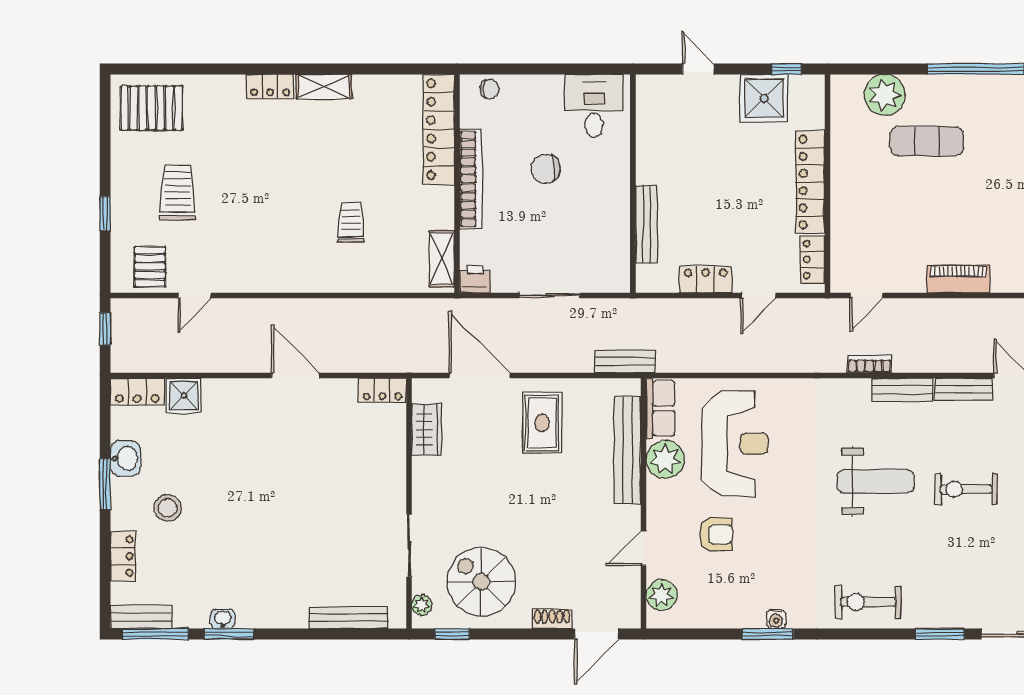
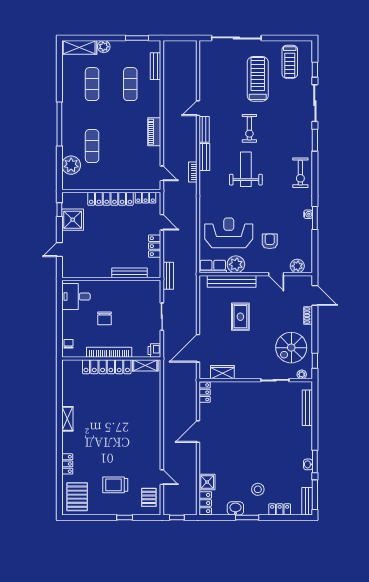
locker: (270, 86) -> (67, 464), moved
locker: (439, 129) -> (107, 367), moved
trolley: (351, 222) -> (129, 406), removed
pallet: (150, 267) -> (149, 497), turned 90
bench: (625, 361) -> (168, 276), moved
rug: (542, 423) -> (240, 317), moved, turned 90

